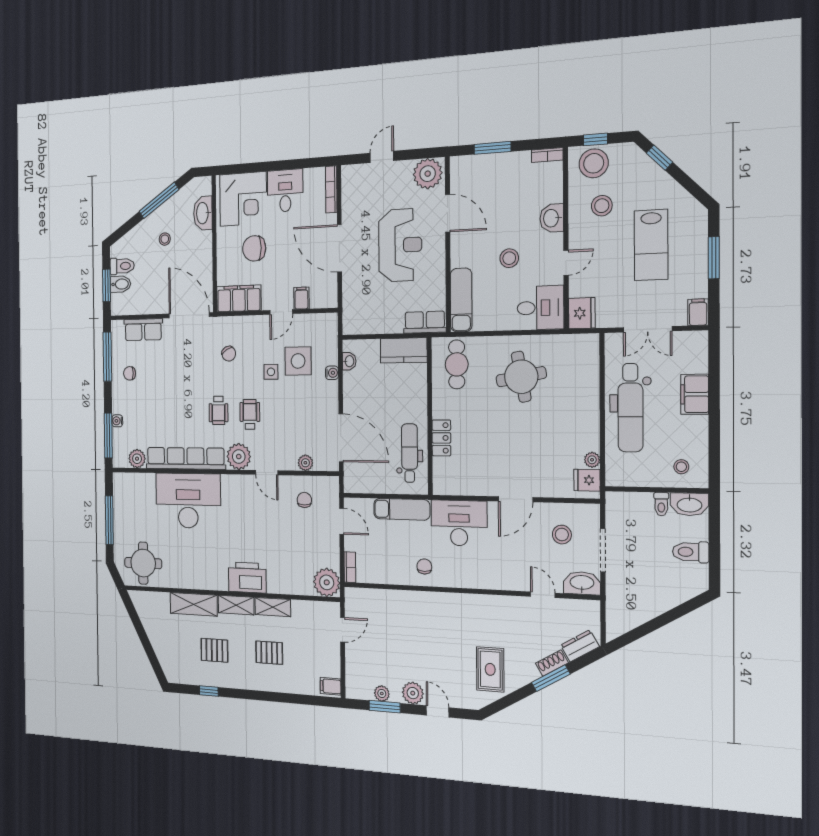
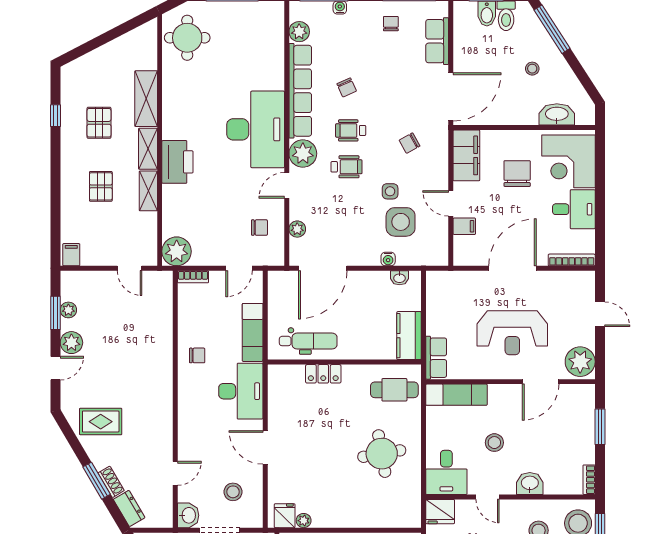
window: (159, 200) -> (552, 29), moved
chair: (182, 414) -> (347, 87), added
desk: (188, 501) -> (256, 129), moved
washbasin: (582, 583) -> (188, 515), width x0.72

